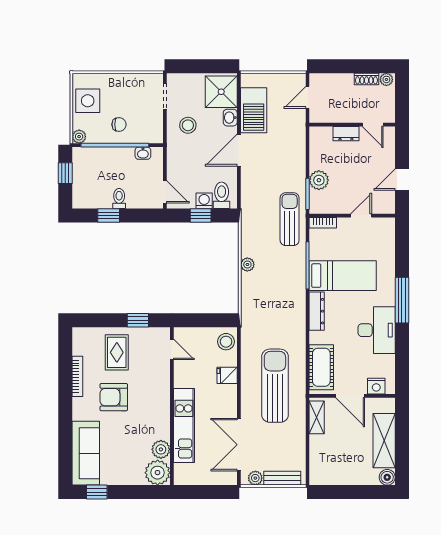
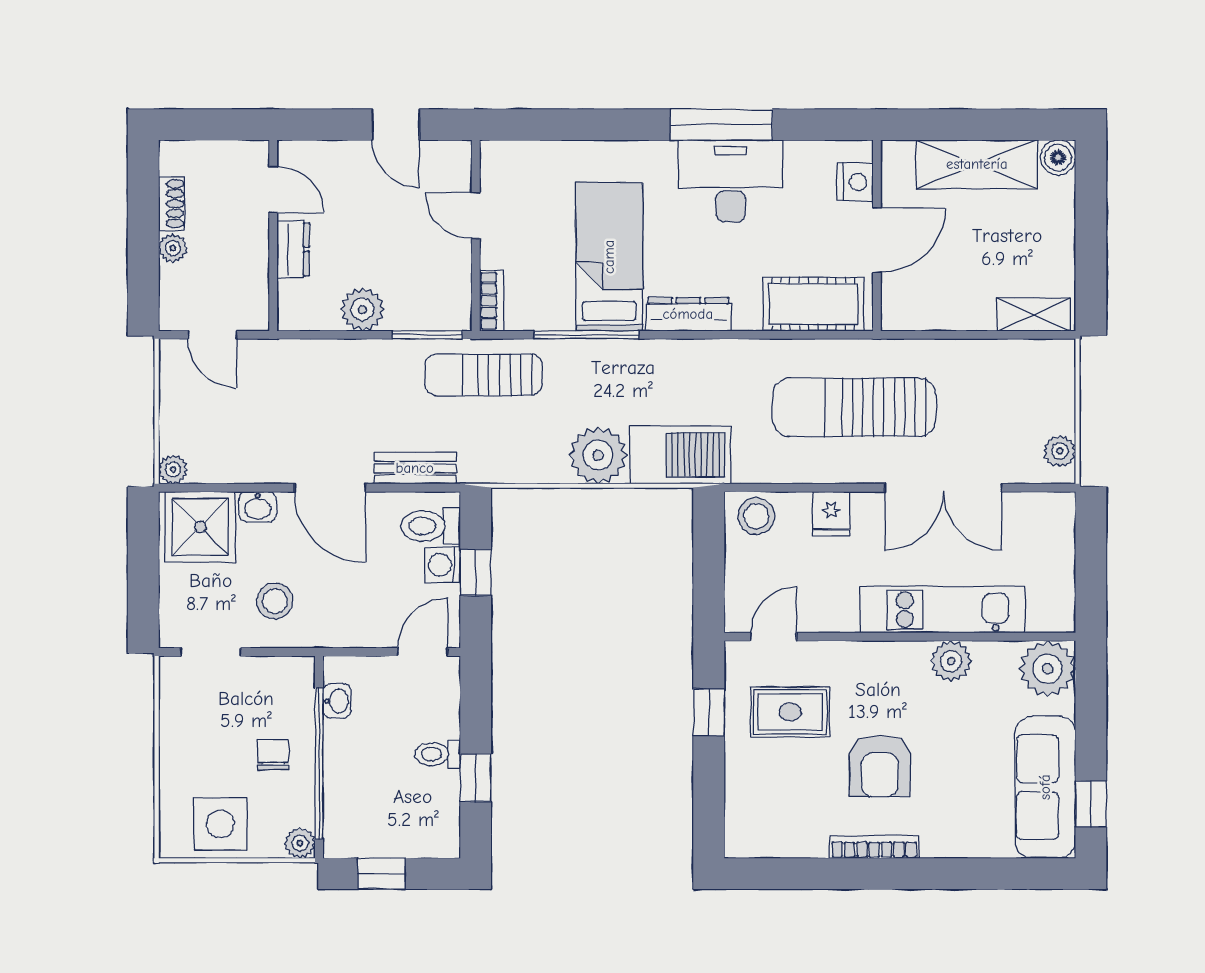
plant: (386, 79) -> (173, 248), moved
plant: (247, 80) -> (173, 469), added
barbecue: (254, 110) -> (680, 455), moved
door: (373, 125) -> (273, 190), hinge flipped
plant: (319, 180) -> (362, 309), moved
plant: (247, 264) -> (598, 455), width x1.88, depth x1.88
window: (402, 300) -> (721, 125), moved
rug: (117, 352) -> (790, 712), moved
bookcase: (77, 376) -> (874, 847), moved
shelving: (317, 417) -> (1034, 315), moved
double door: (239, 445) -> (943, 488), moved
plant: (161, 449) -> (951, 661), moved
sofa: (86, 453) -> (1045, 787), moved, turned -90
bench: (282, 478) -> (415, 468), moved, turned 90

